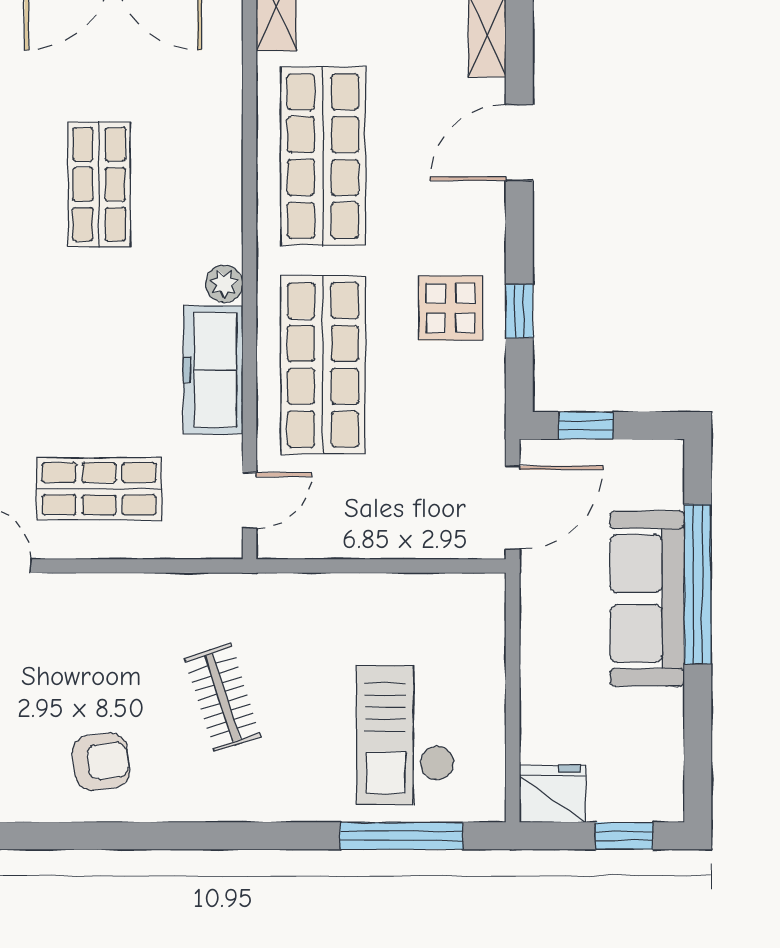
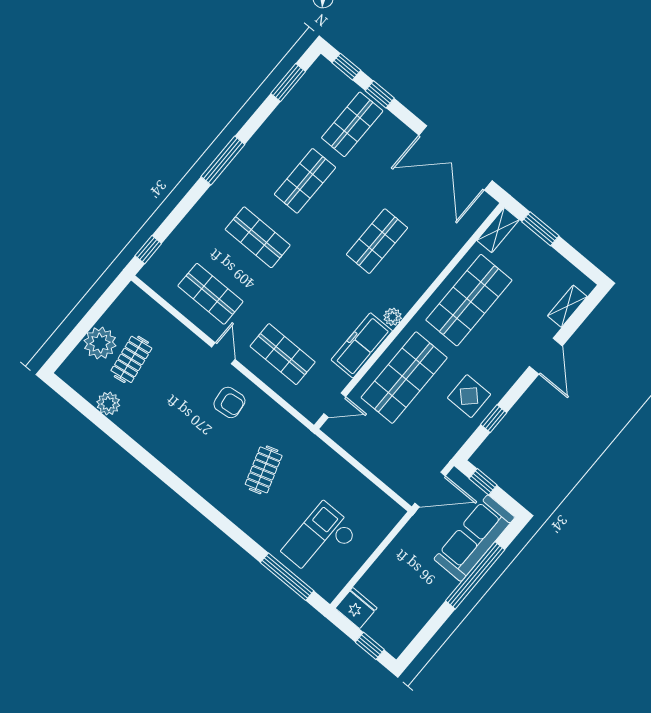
door: (519, 143) -> (546, 356), swing flipped
sofa: (647, 599) -> (474, 538), moved
armchair: (101, 762) -> (229, 402), moved

